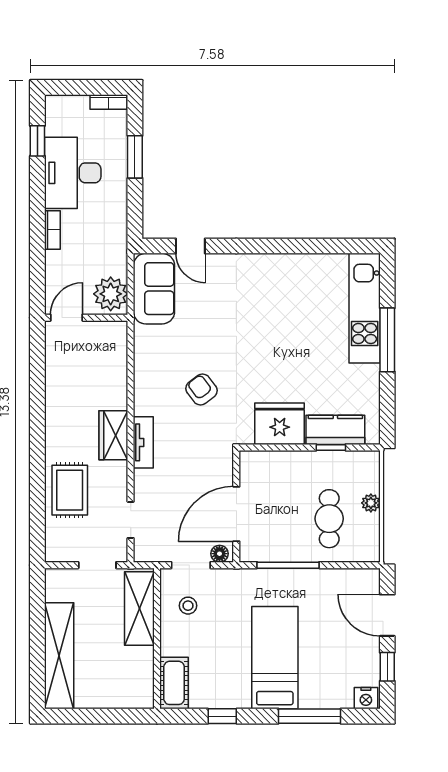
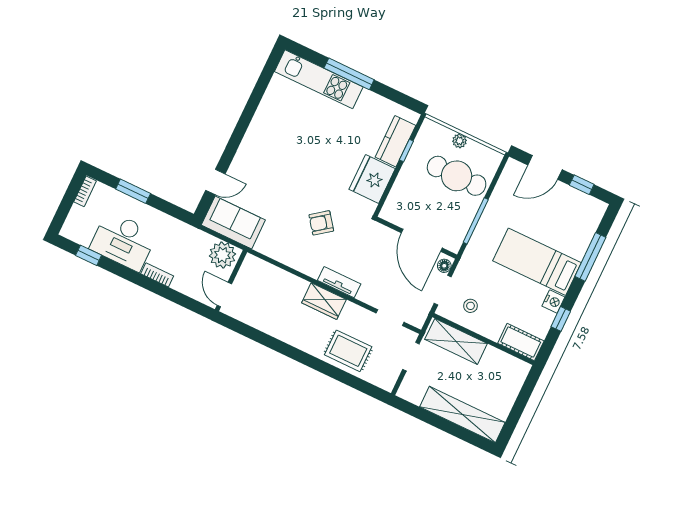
cafe table: (329, 519) -> (457, 176), width x1.37, depth x1.35
nightstand: (366, 698) -> (553, 302), moved

